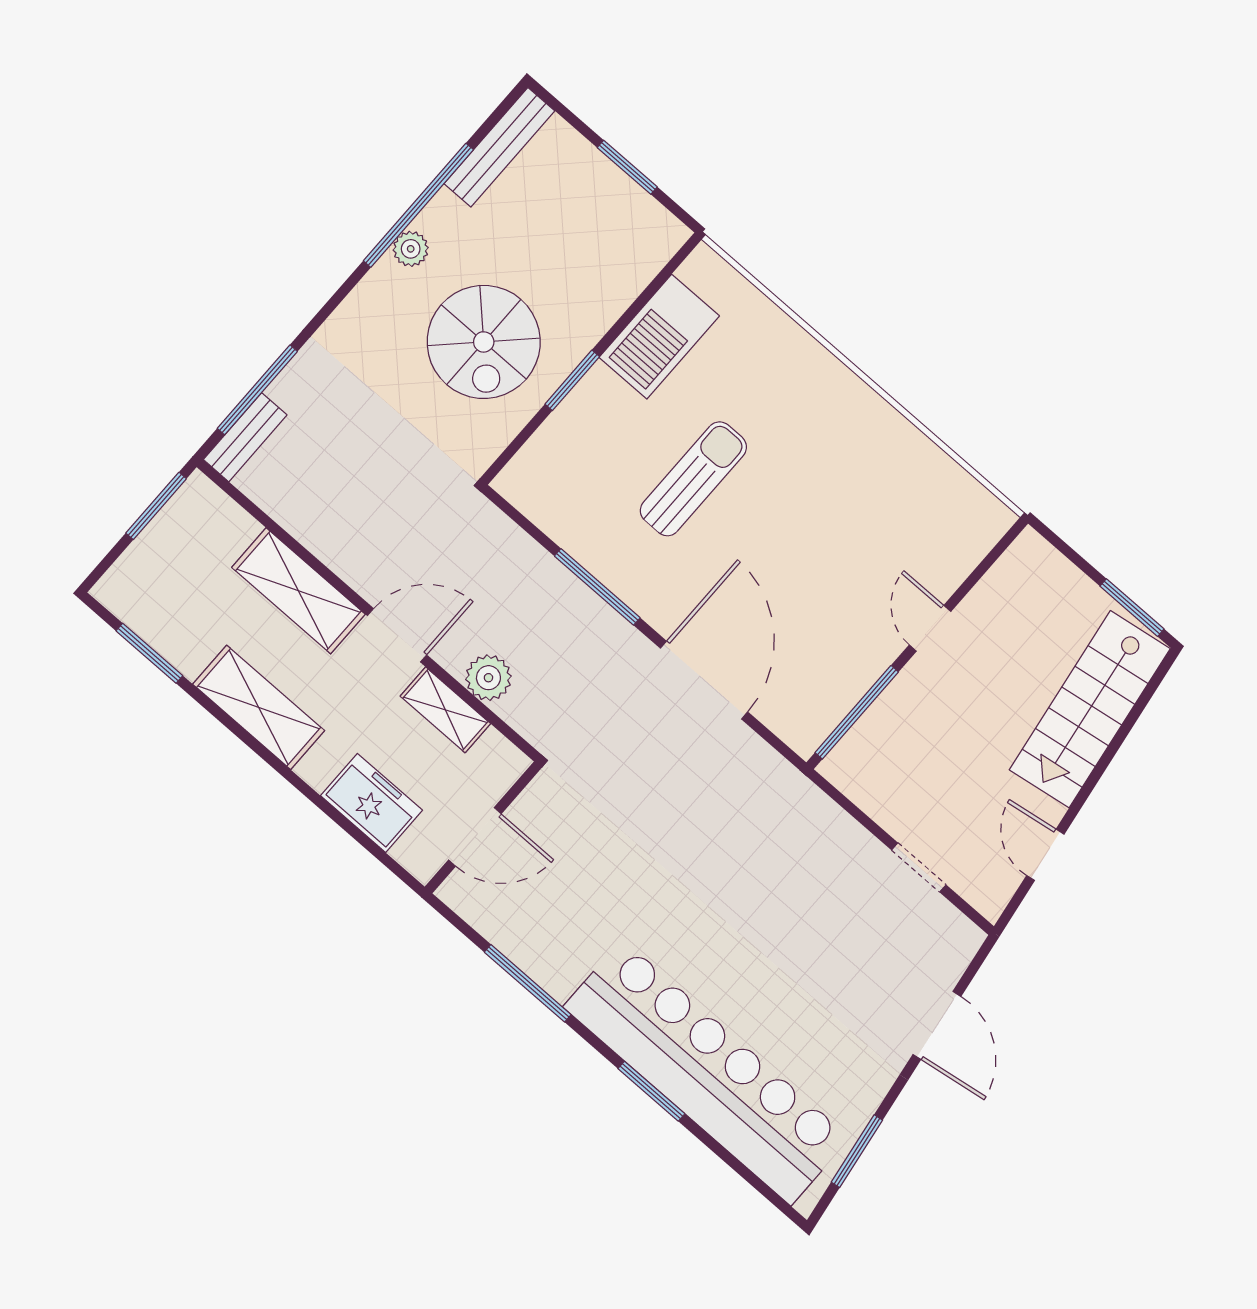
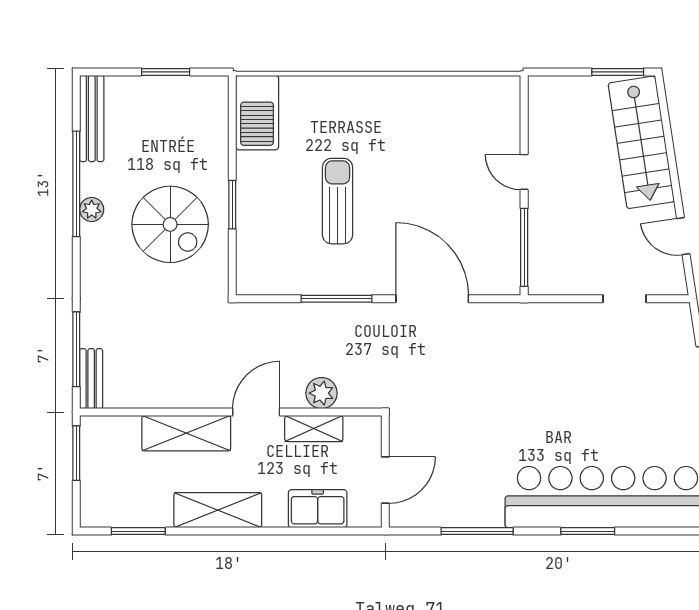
barbecue: (659, 337) -> (257, 113), moved

